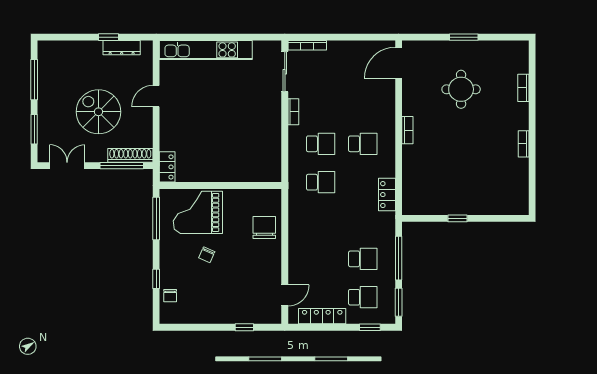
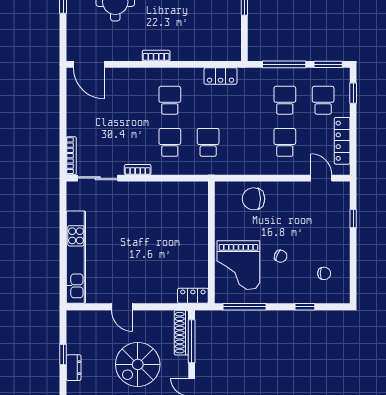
dresser: (122, 48) -> (74, 368), moved, width x0.70
school desk: (321, 259) -> (285, 142), added
chair: (170, 296) -> (324, 273), moved

